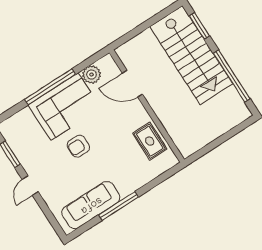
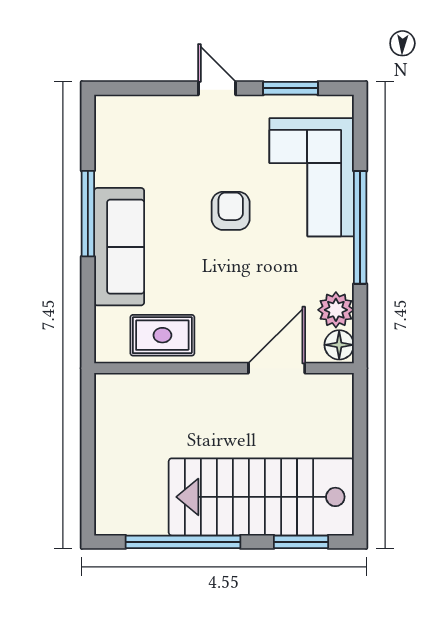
floor lamp: (106, 64) -> (339, 345), added
corner sofa: (64, 107) -> (312, 177), moved
sofa: (91, 205) -> (119, 247), moved

